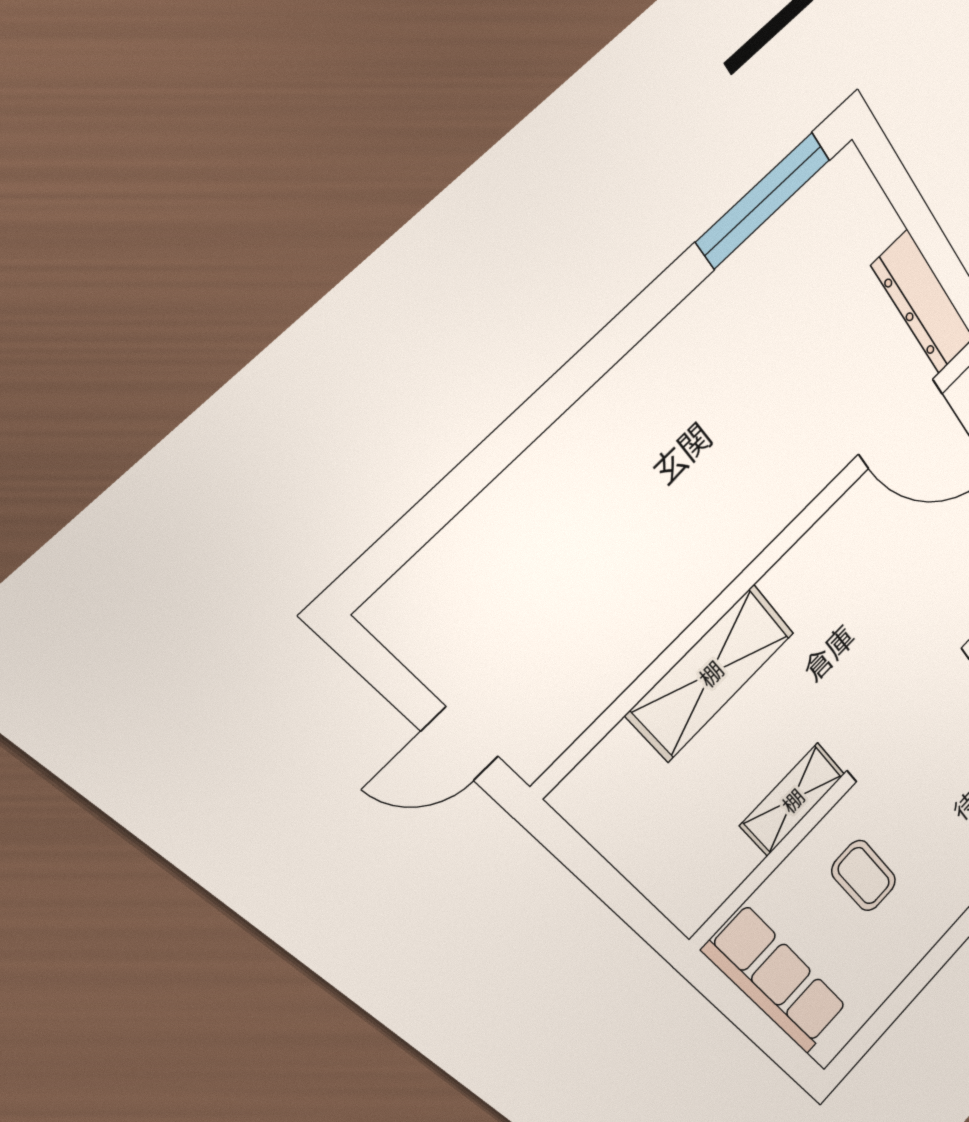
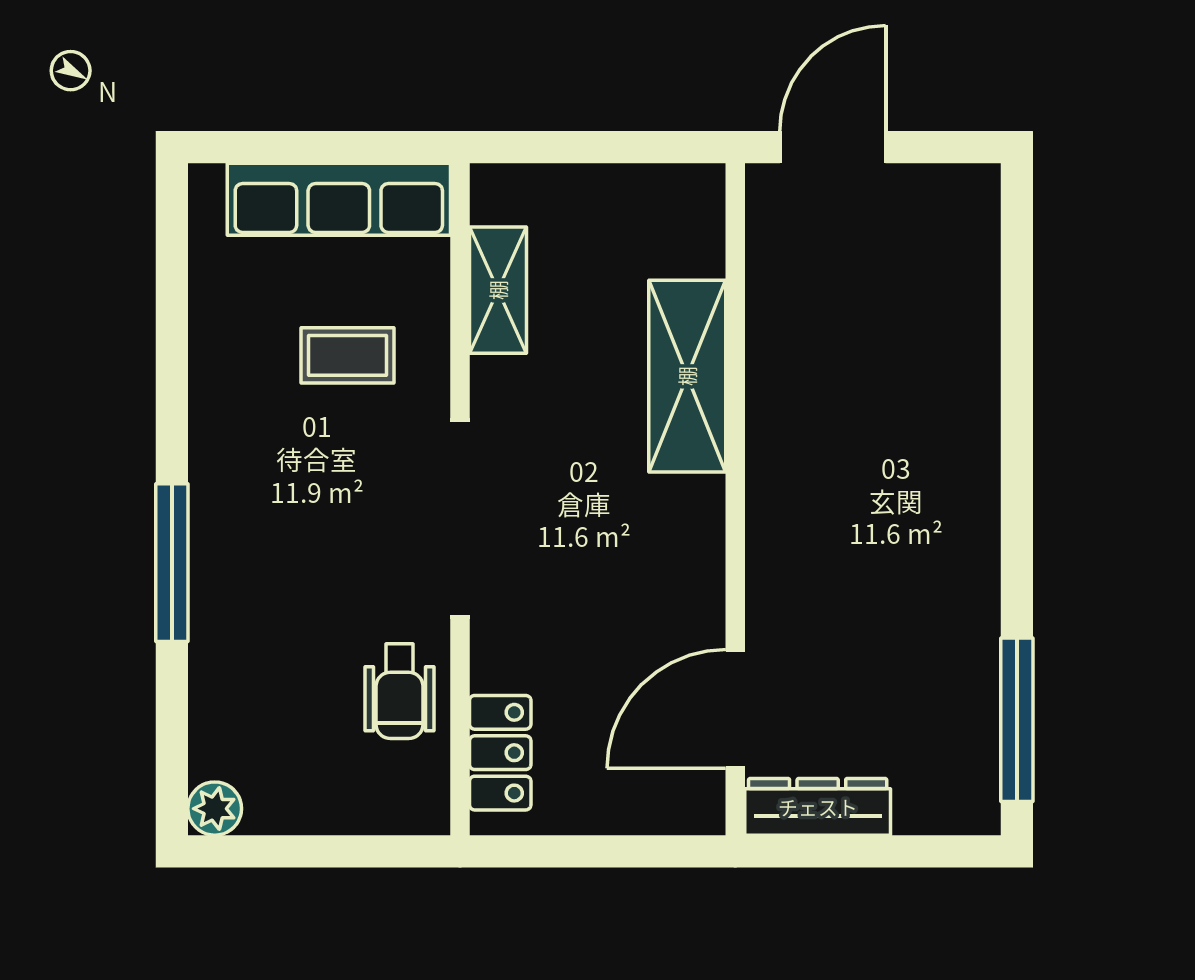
door: (460, 744) -> (833, 147), width x1.38
shelving: (793, 800) -> (498, 290), moved

